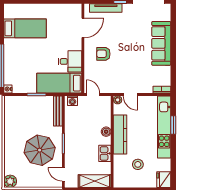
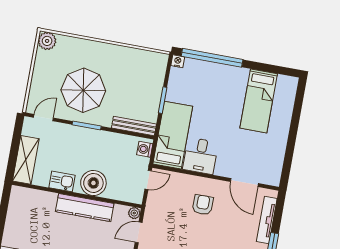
boiler: (106, 132) -> (93, 183), width x1.86, depth x1.86
stool: (138, 164) -> (38, 225), removed

